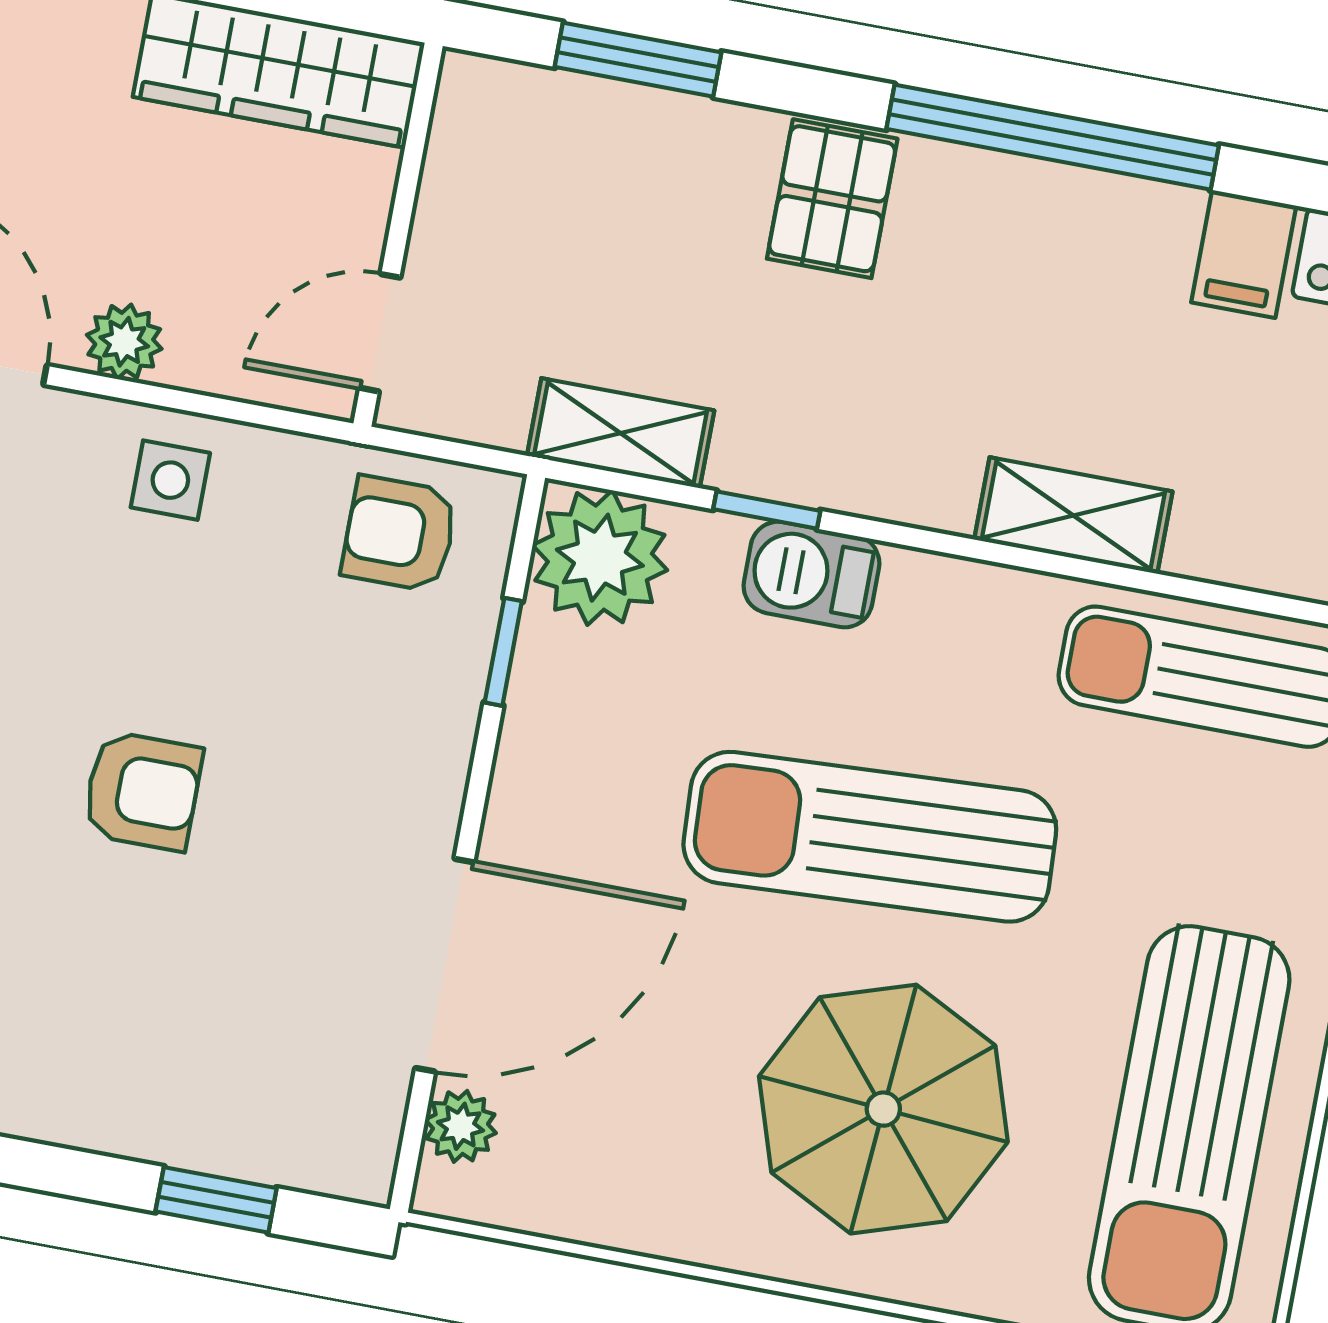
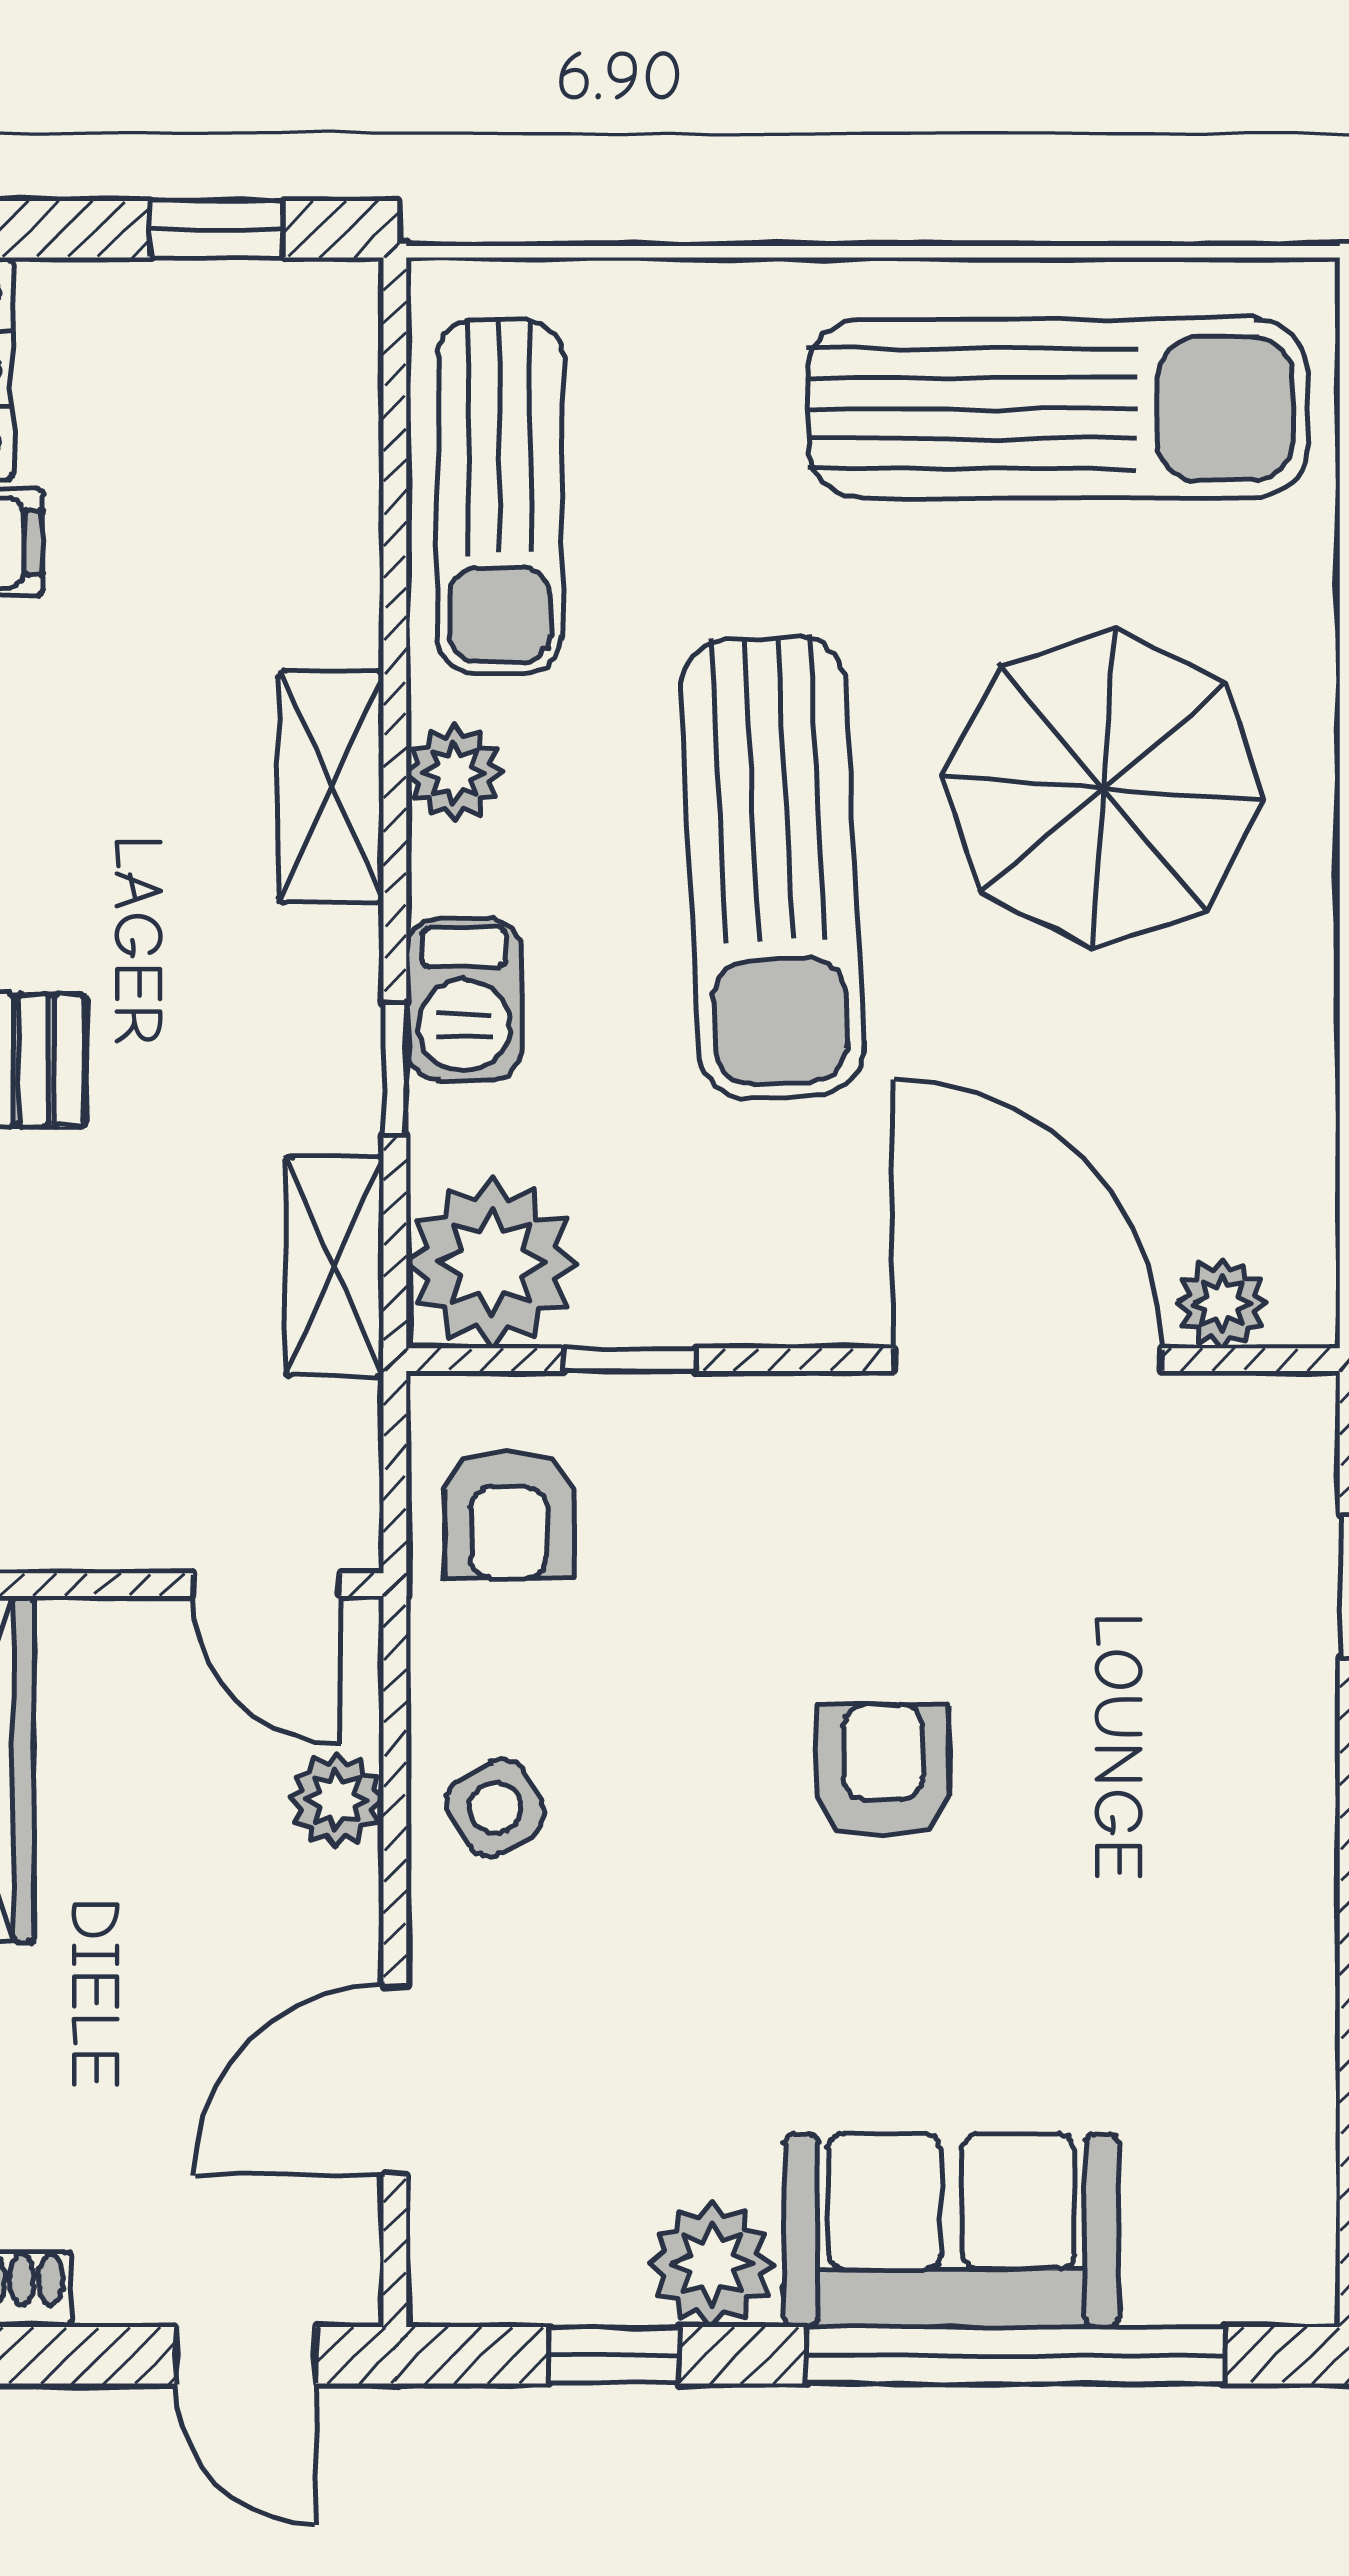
plant: (124, 342) -> (336, 1800), moved
side table: (170, 480) -> (495, 1808), turned -31
shelving: (1073, 516) -> (331, 786), moved
plant: (991, 600) -> (454, 773), added

